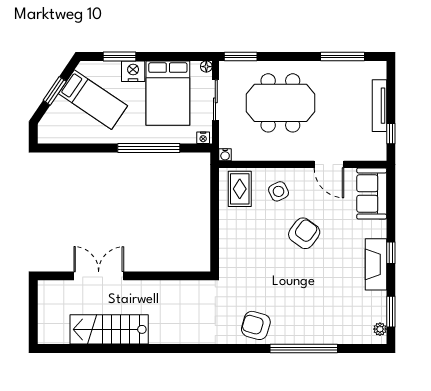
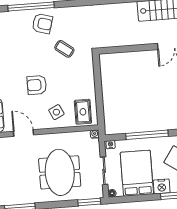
meeting table: (280, 103) -> (60, 172), turned 90
armchair: (304, 233) -> (37, 85), turned 54
coffee table: (260, 283) -> (64, 49), added
armchair: (256, 325) -> (42, 24), moved

